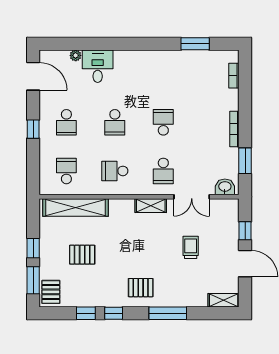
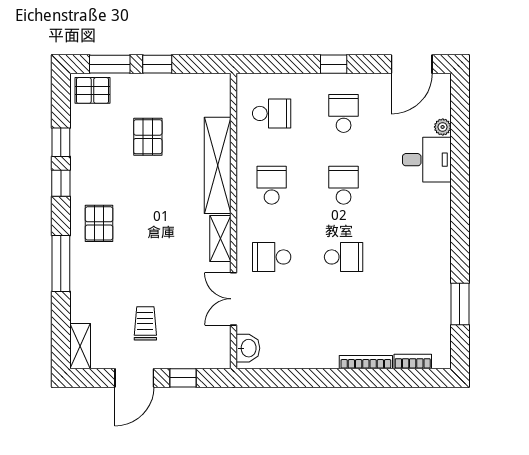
school desk: (66, 122) -> (344, 113), turned 90
school desk: (115, 122) -> (344, 185), turned 90
bookcase: (234, 129) -> (366, 362), moved
window: (245, 161) -> (287, 378), removed
shelving: (76, 207) -> (218, 165), moved
trolley: (191, 247) -> (145, 323), moved, turned -90

